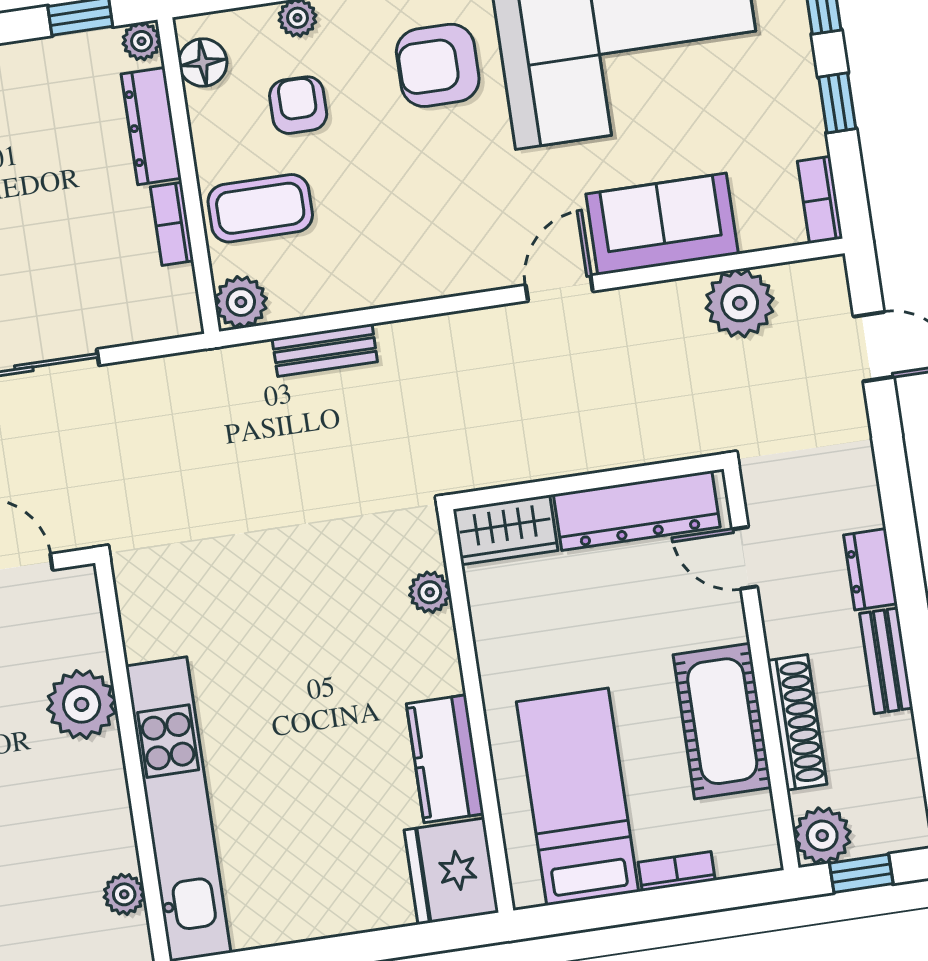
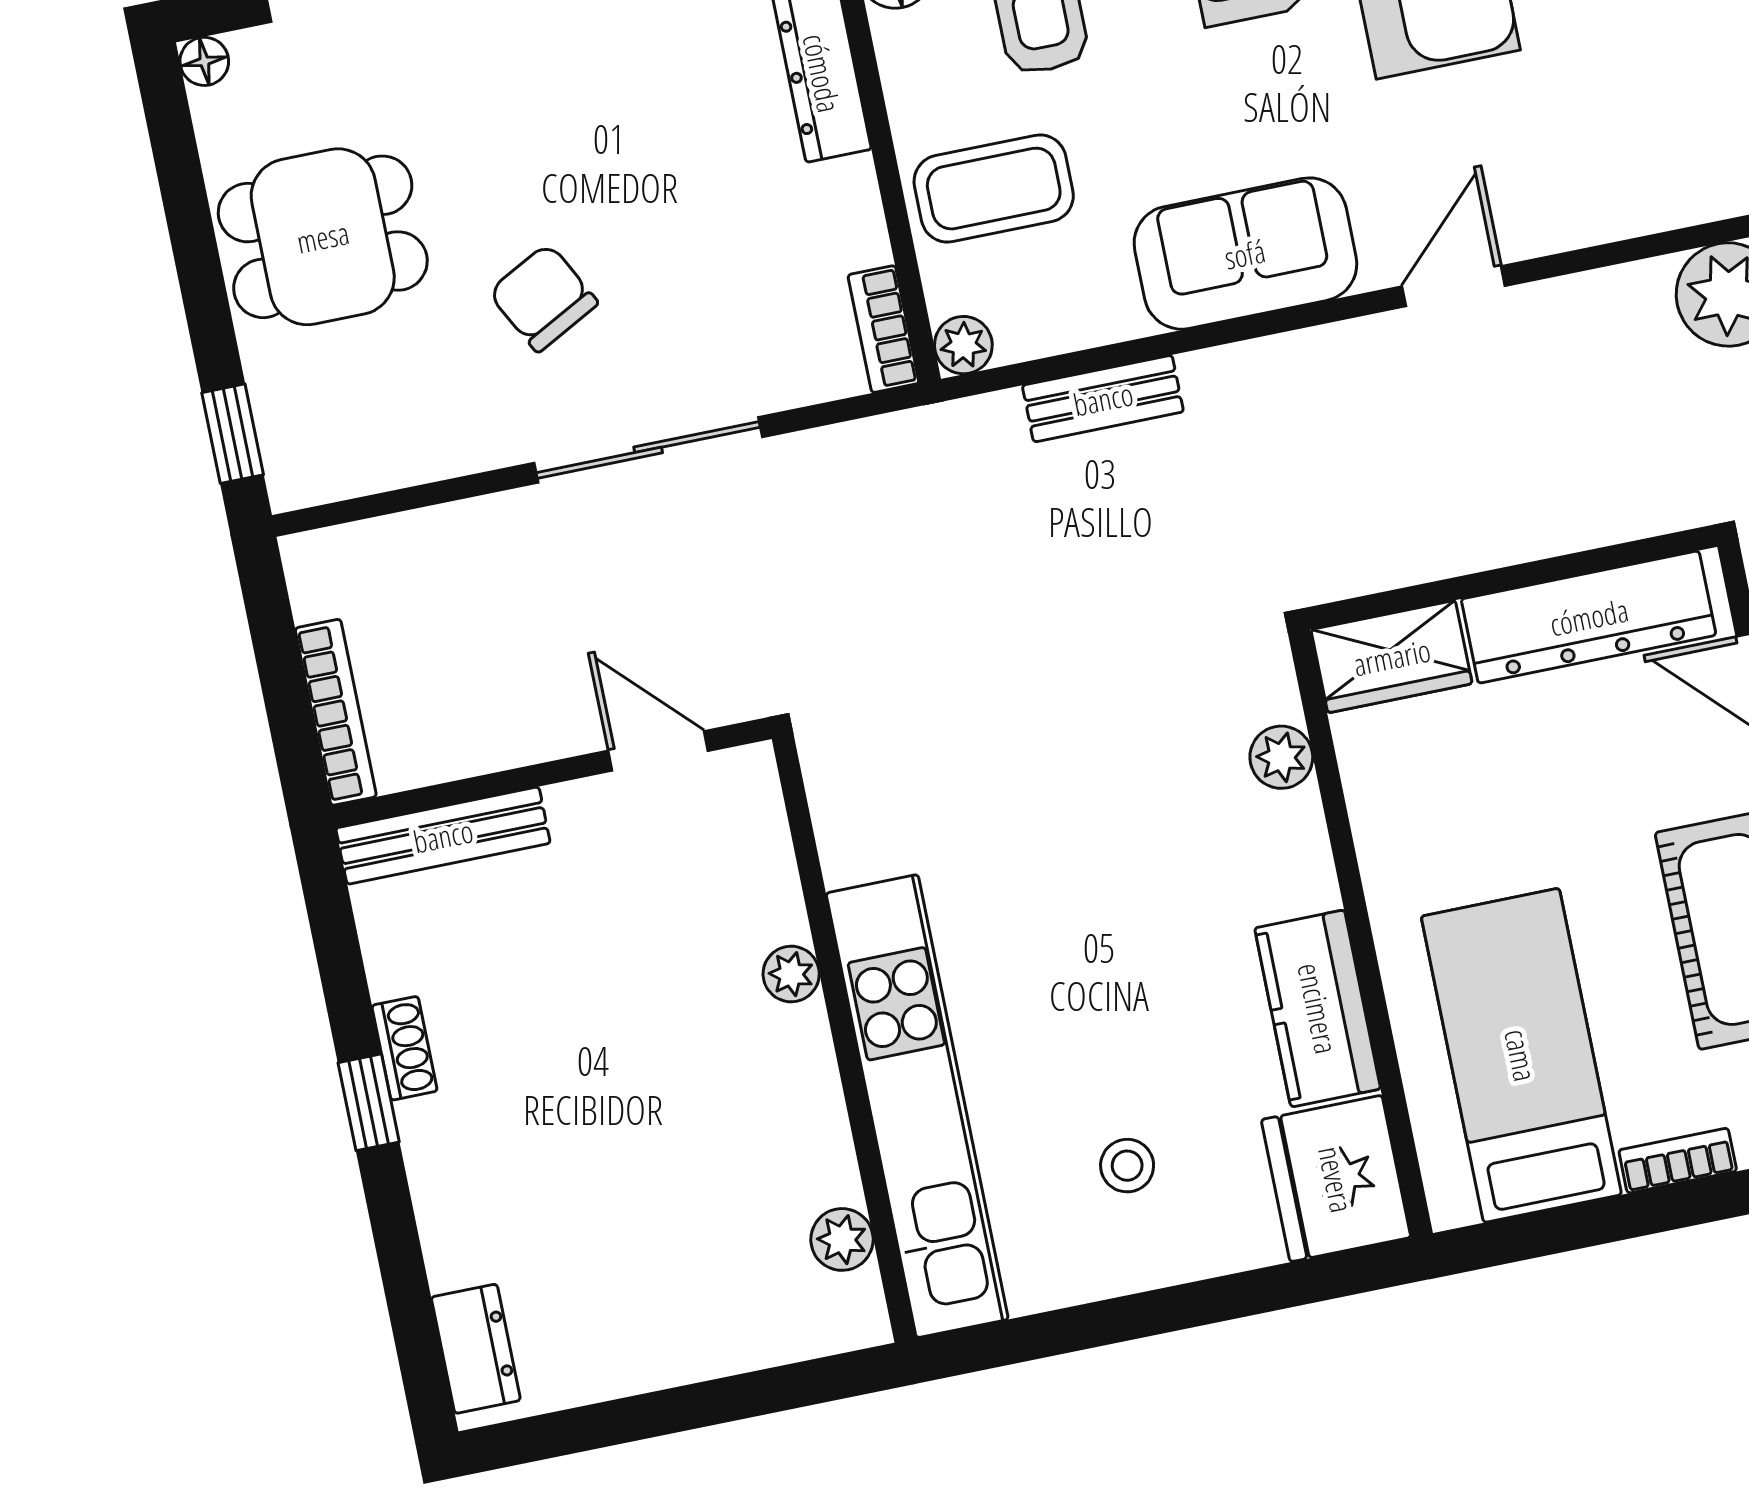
bookcase: (172, 224) -> (883, 329), moved
sofa: (662, 224) -> (1245, 254), moved
plant: (241, 302) -> (963, 345), width x0.73, depth x0.73
plant: (82, 704) -> (791, 974), width x0.53, depth x0.53
stool: (314, 856) -> (1127, 1166), added

